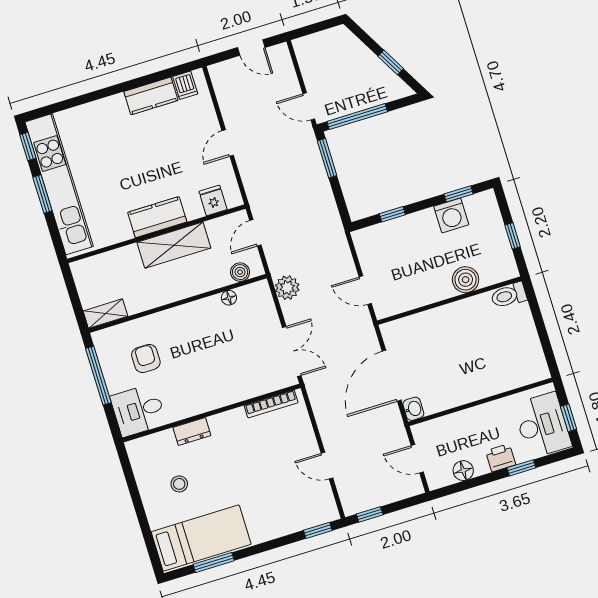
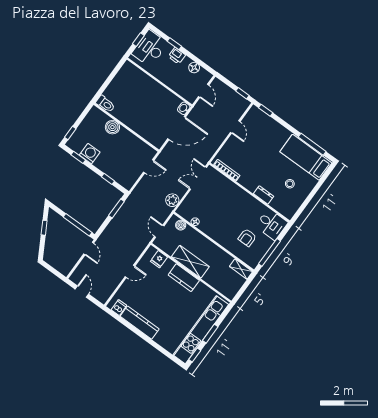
kitchen counter: (151, 96) -> (140, 323), width x1.50
window: (327, 158) -> (116, 208), moved
door: (255, 233) -> (159, 231), swing flipped
window: (513, 236) -> (70, 133), moved
door: (365, 290) -> (149, 166), hinge flipped
window: (214, 562) -> (312, 144), width x1.44

